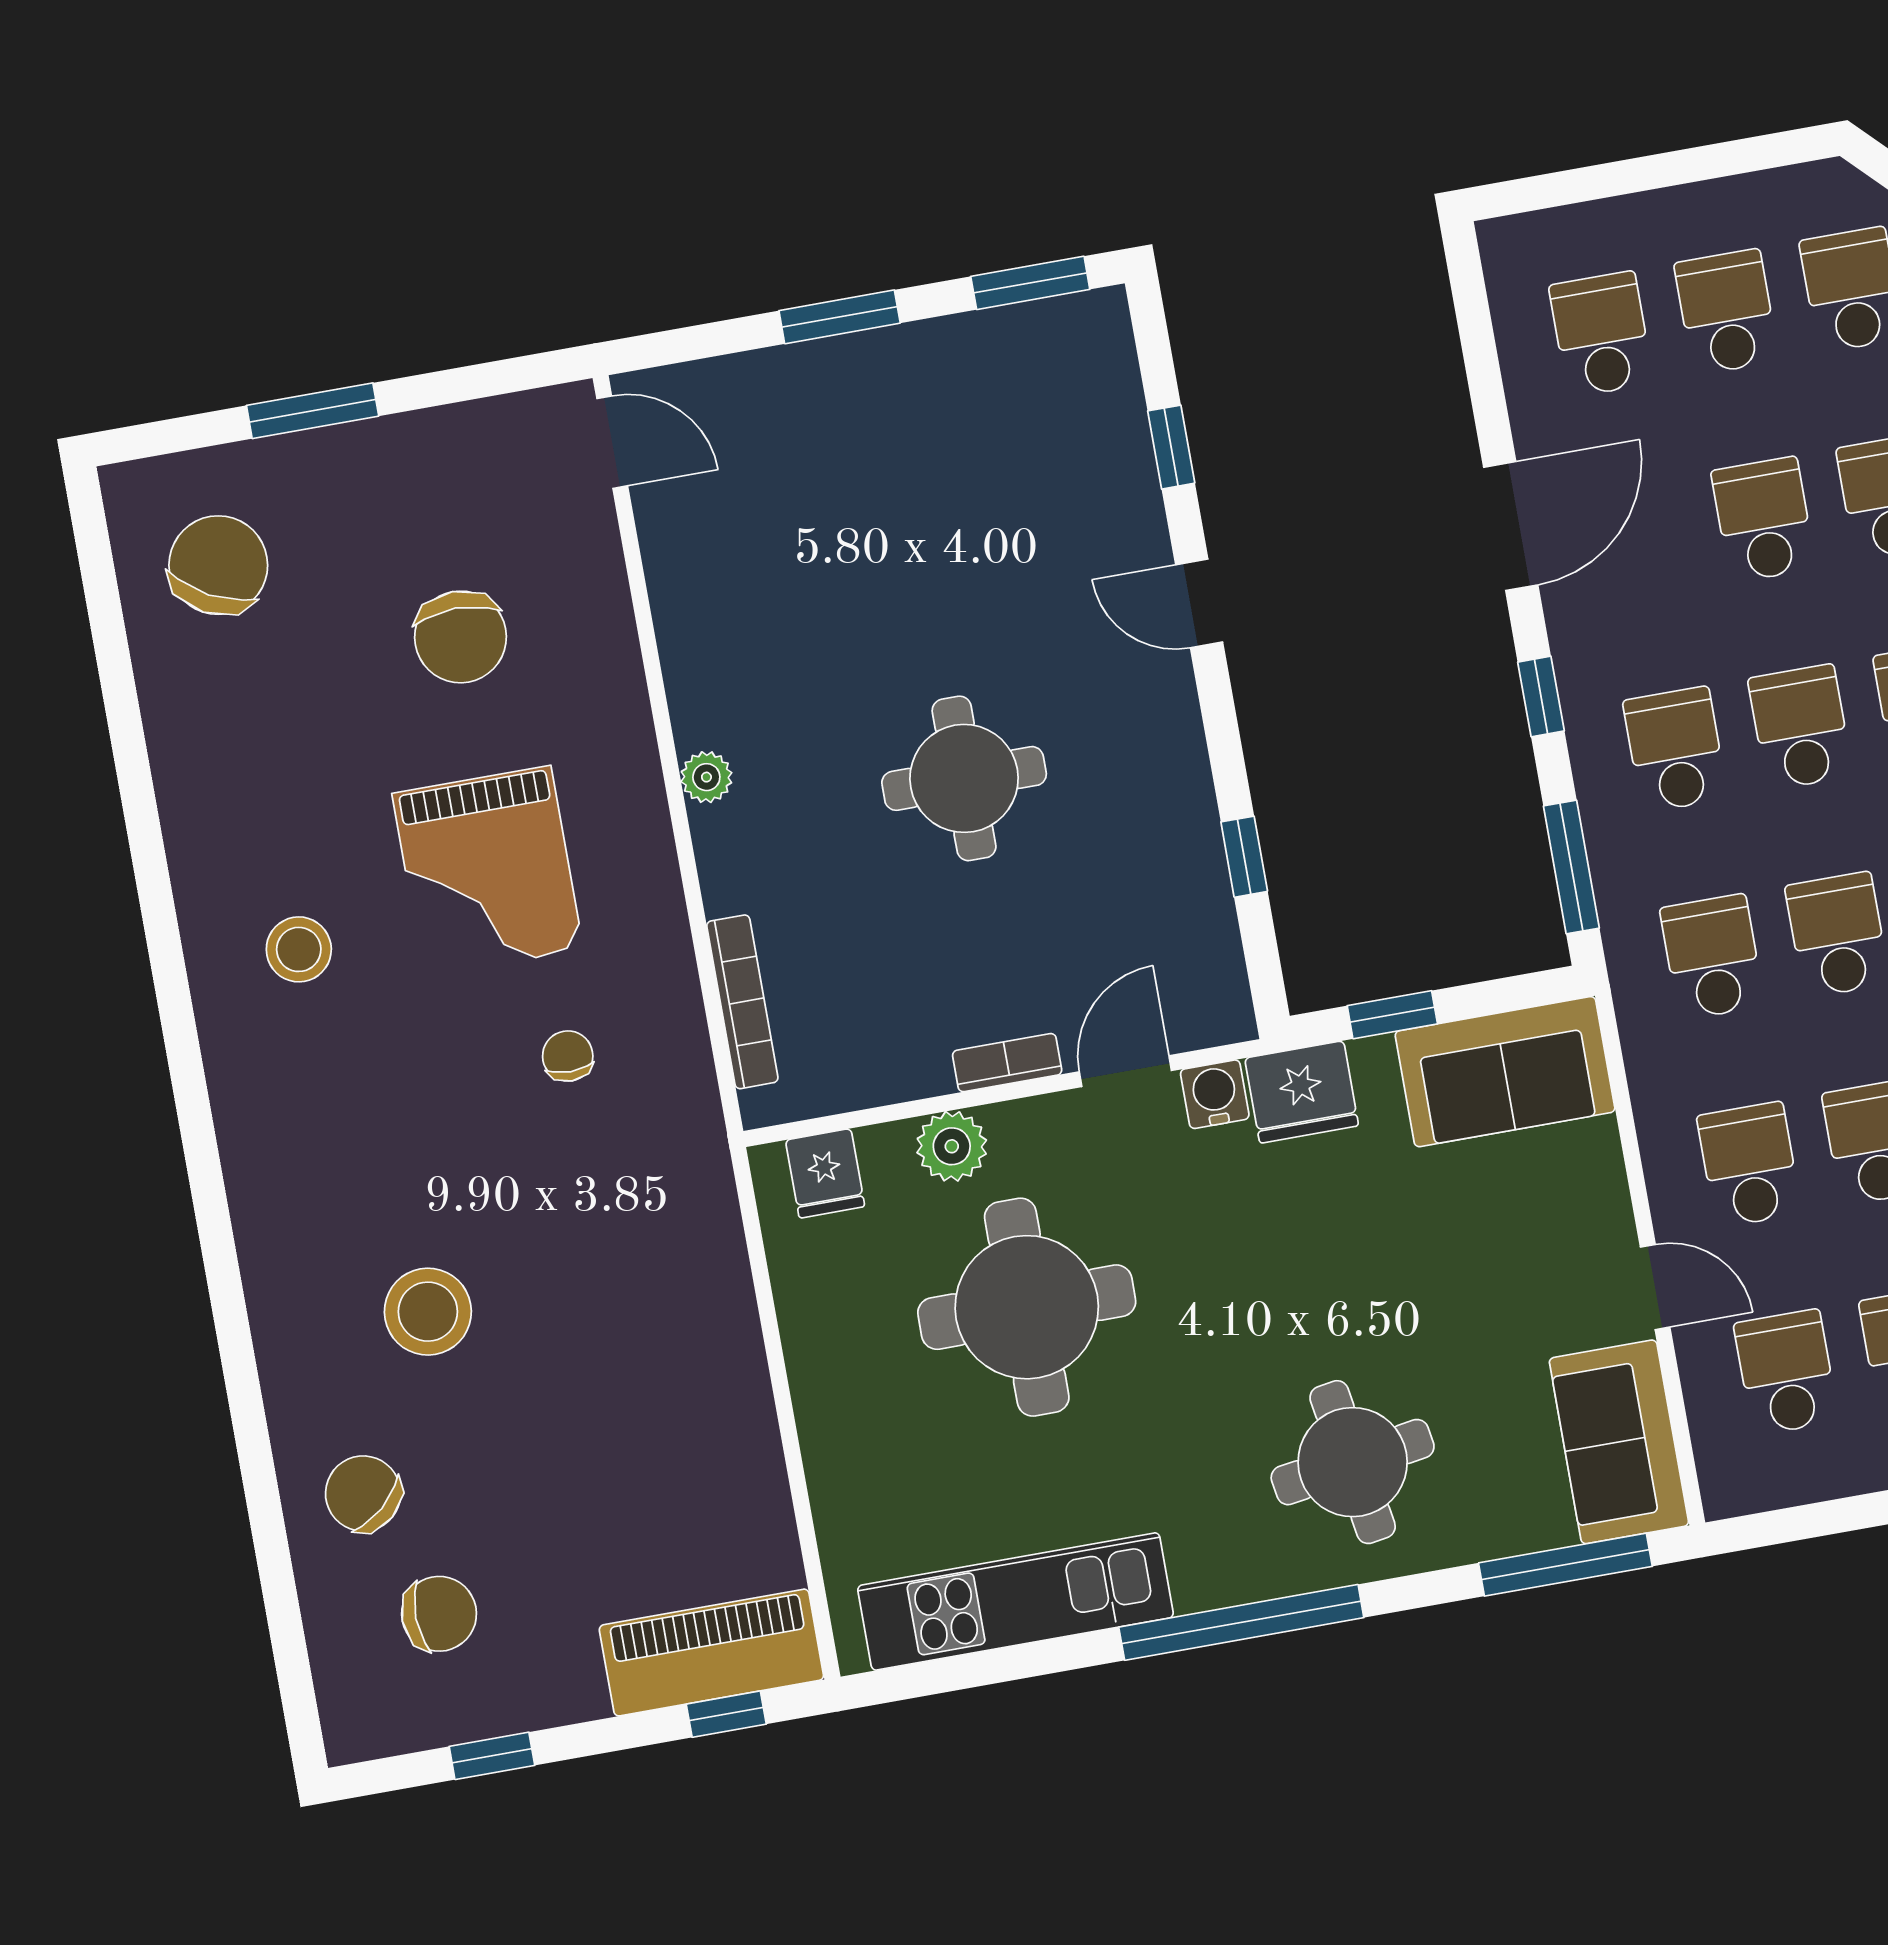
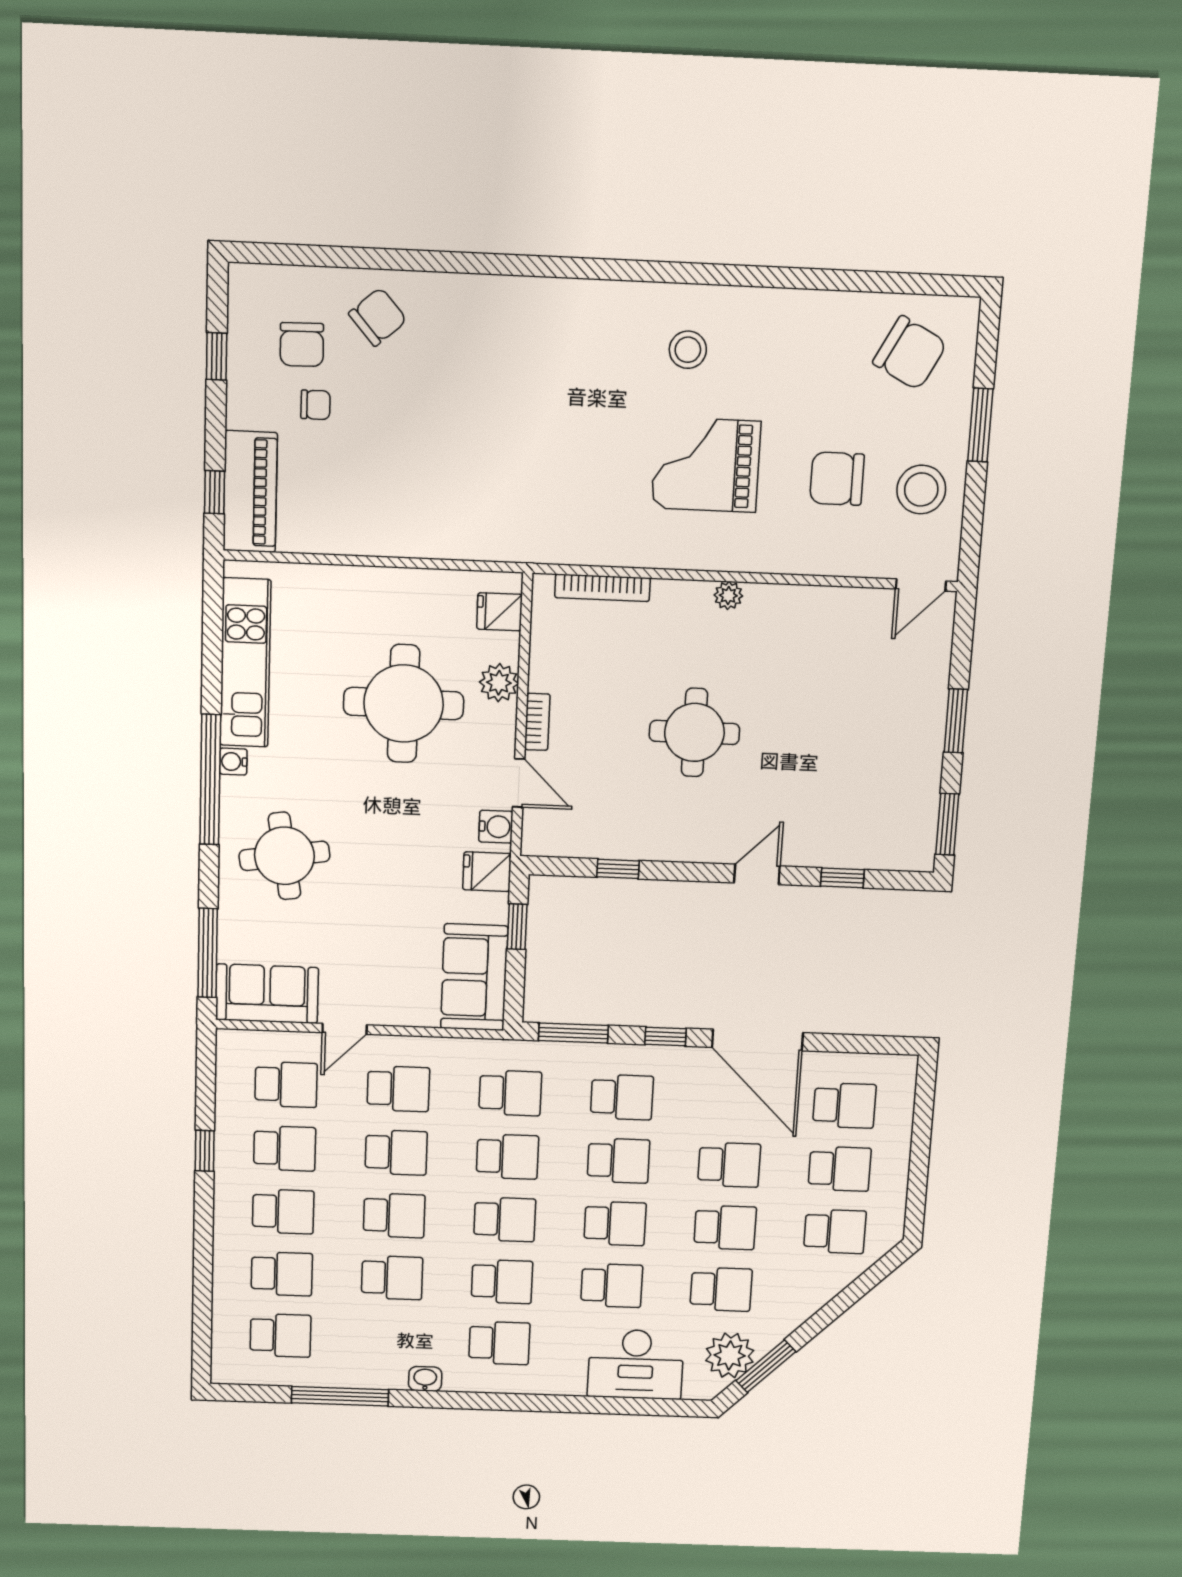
door: (1511, 526) -> (757, 1040), width x1.36
chair: (568, 1056) -> (315, 405), moved
fridge: (1302, 1092) -> (487, 872), width x0.72
stool: (428, 1312) -> (921, 490), moved
water cooler: (1199, 1588) -> (233, 762), added

